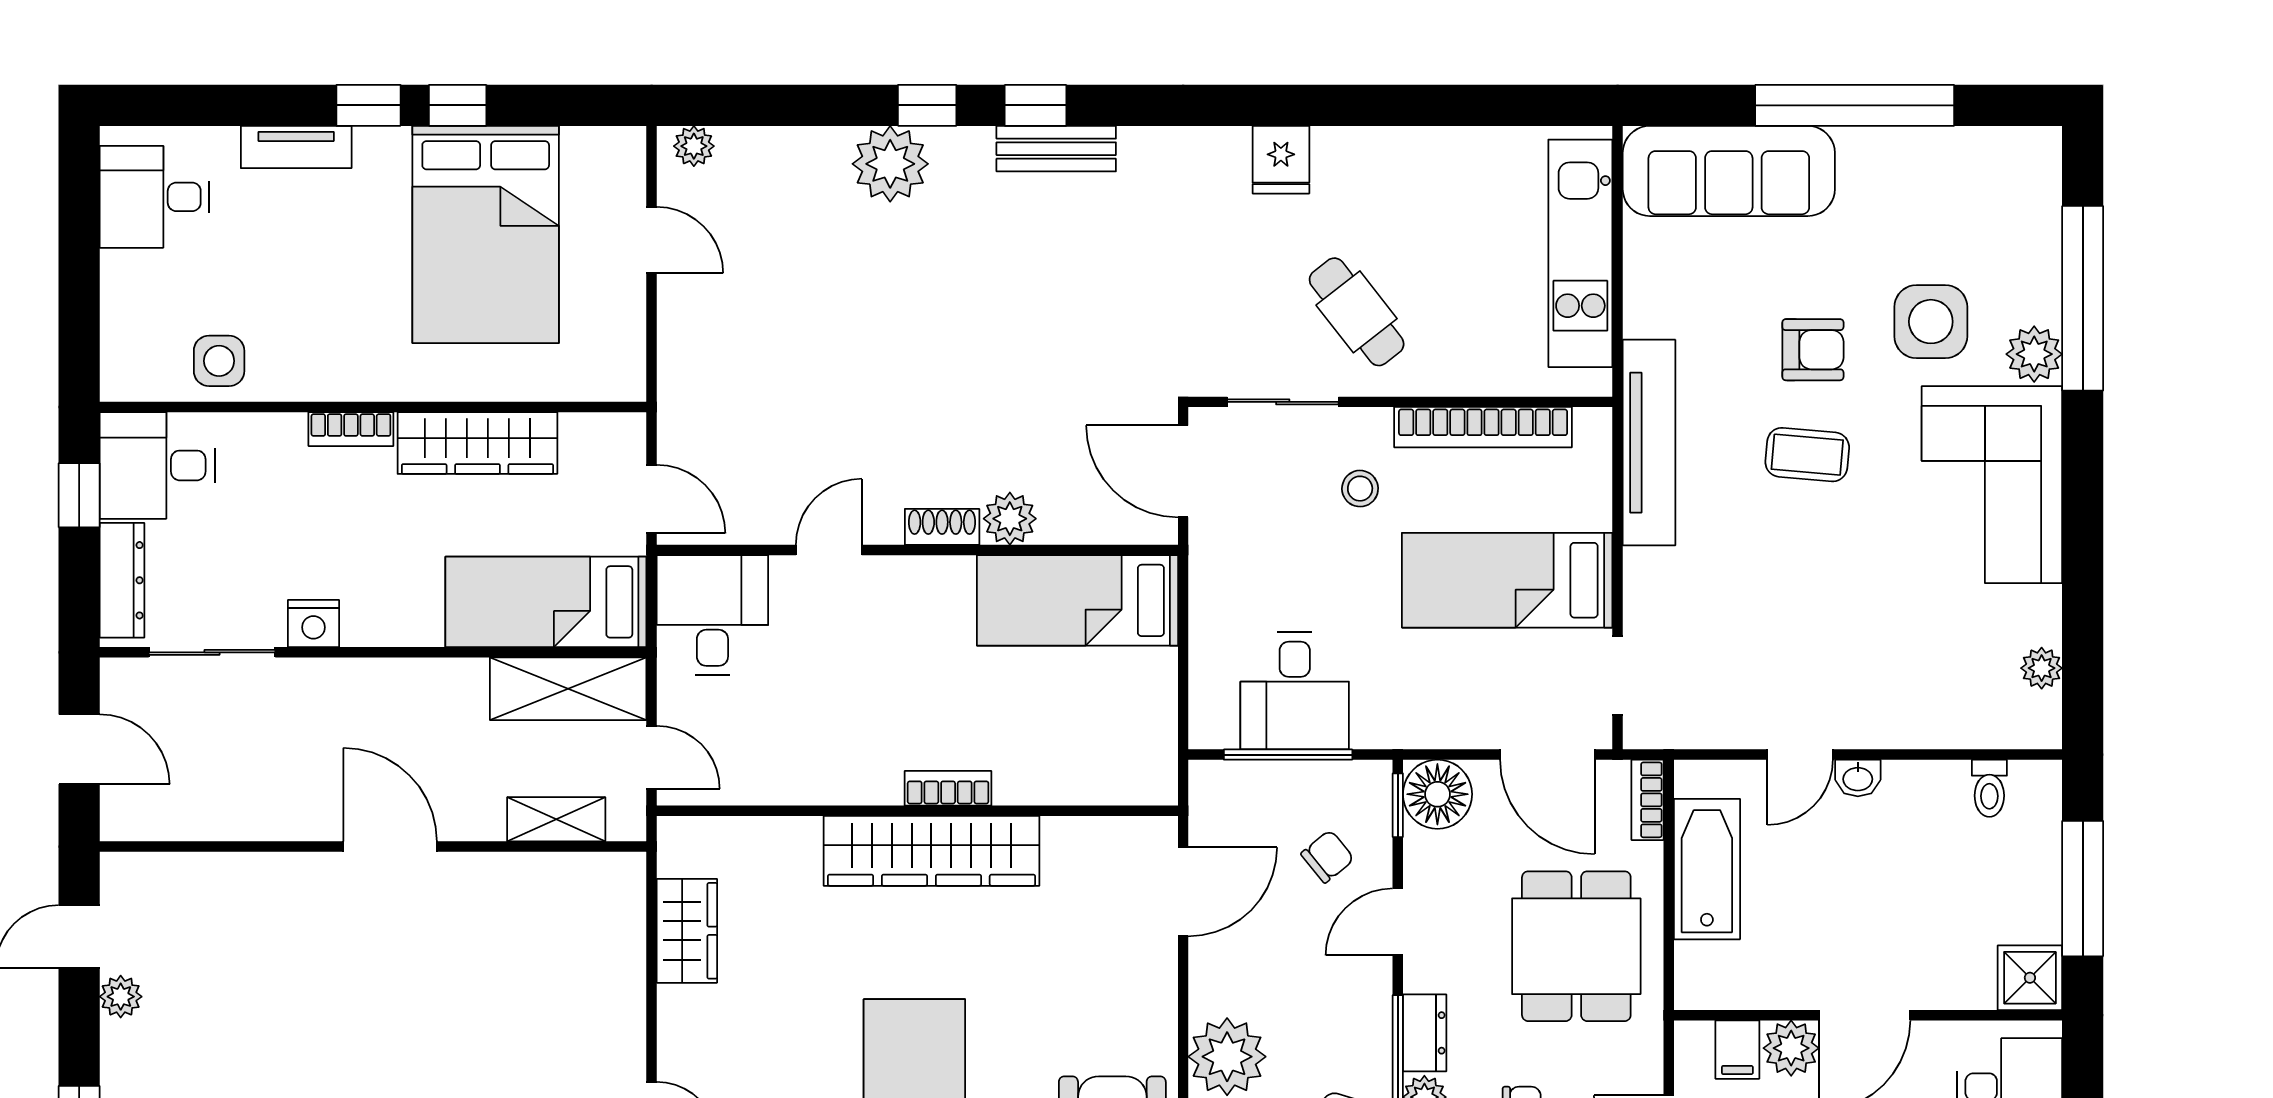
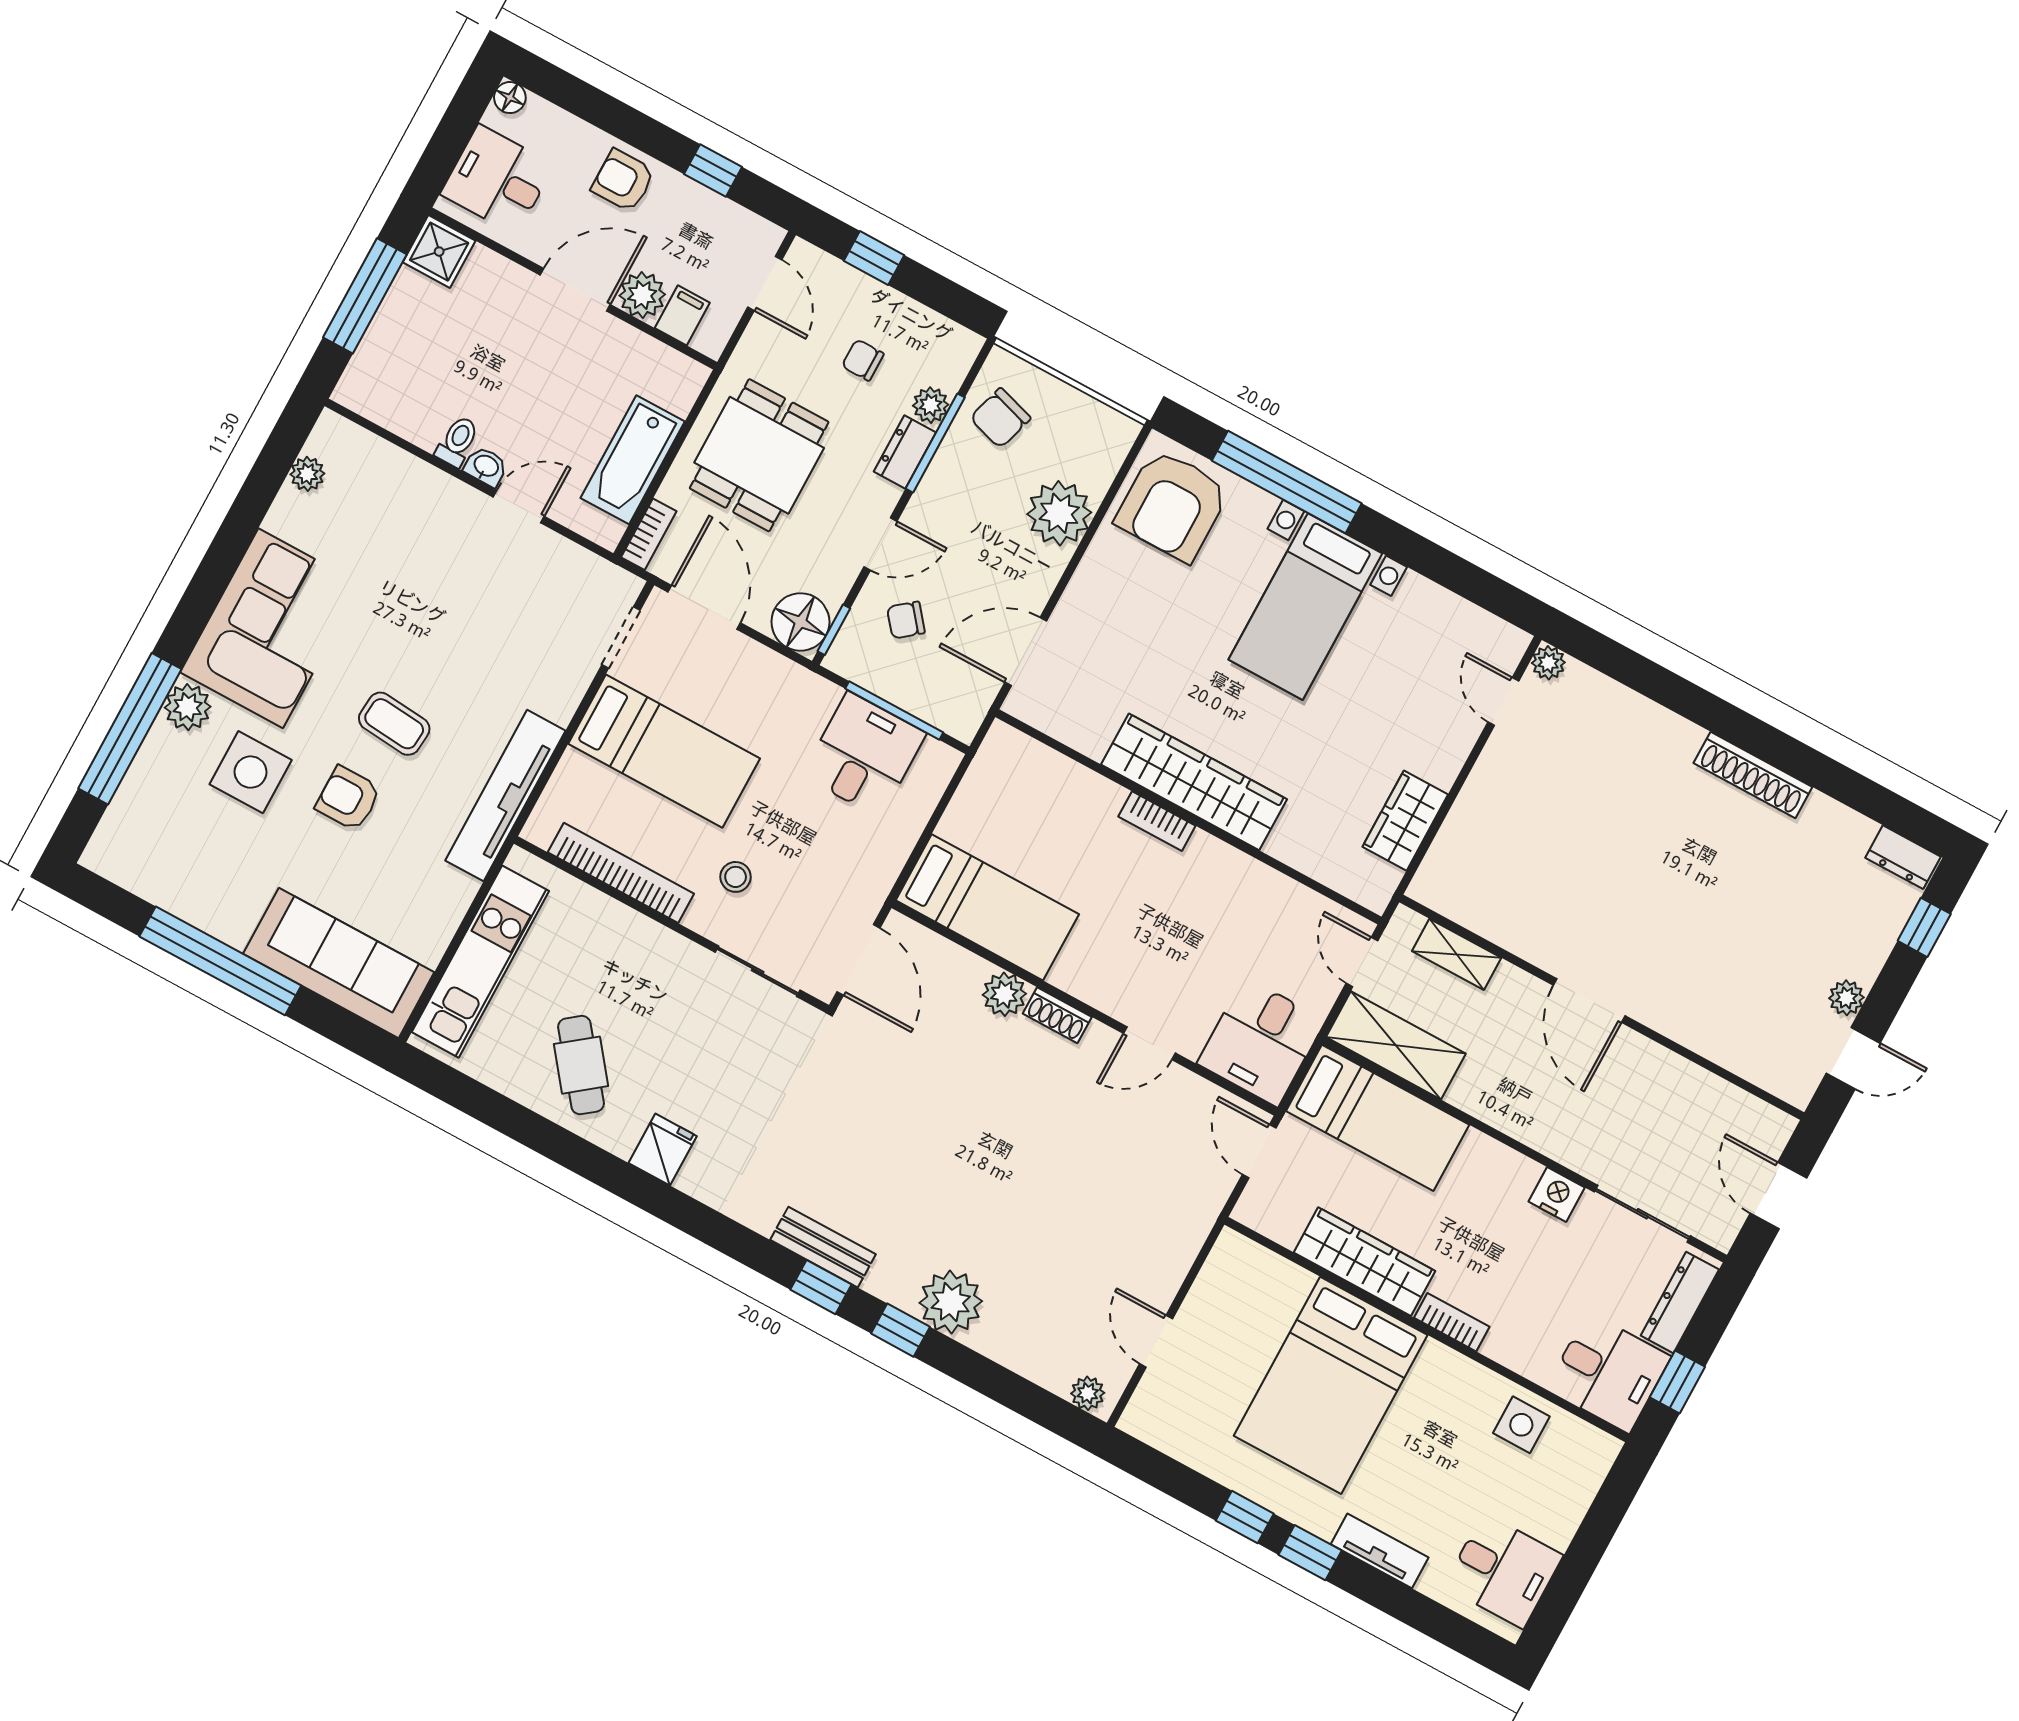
bed: (486, 234) -> (1331, 1385), moved, turned 180
cafe table: (1357, 312) -> (581, 1065), moved
toilet: (1989, 788) -> (457, 441), moved

